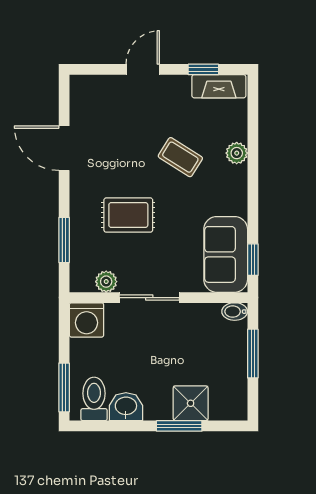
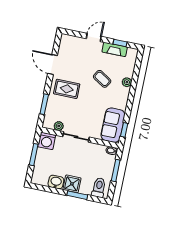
fireplace: (219, 86) -> (115, 49), moved
rug: (128, 215) -> (67, 89), moved
window: (64, 387) -> (34, 155), moved
toilet: (94, 399) -> (99, 188), moved
shower: (191, 403) -> (72, 184), moved

